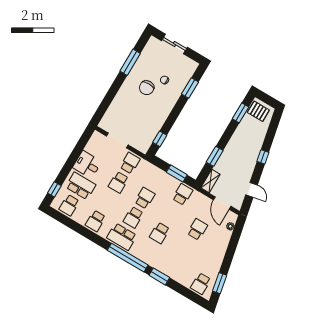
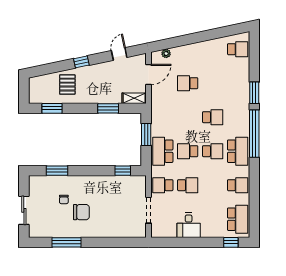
pallet: (258, 111) -> (67, 85), moved
school desk: (81, 186) -> (213, 219), removed
school desk: (183, 194) -> (163, 151), moved, width x1.85
school desk: (69, 205) -> (238, 219), width x1.85
window: (220, 283) -> (226, 31), removed

